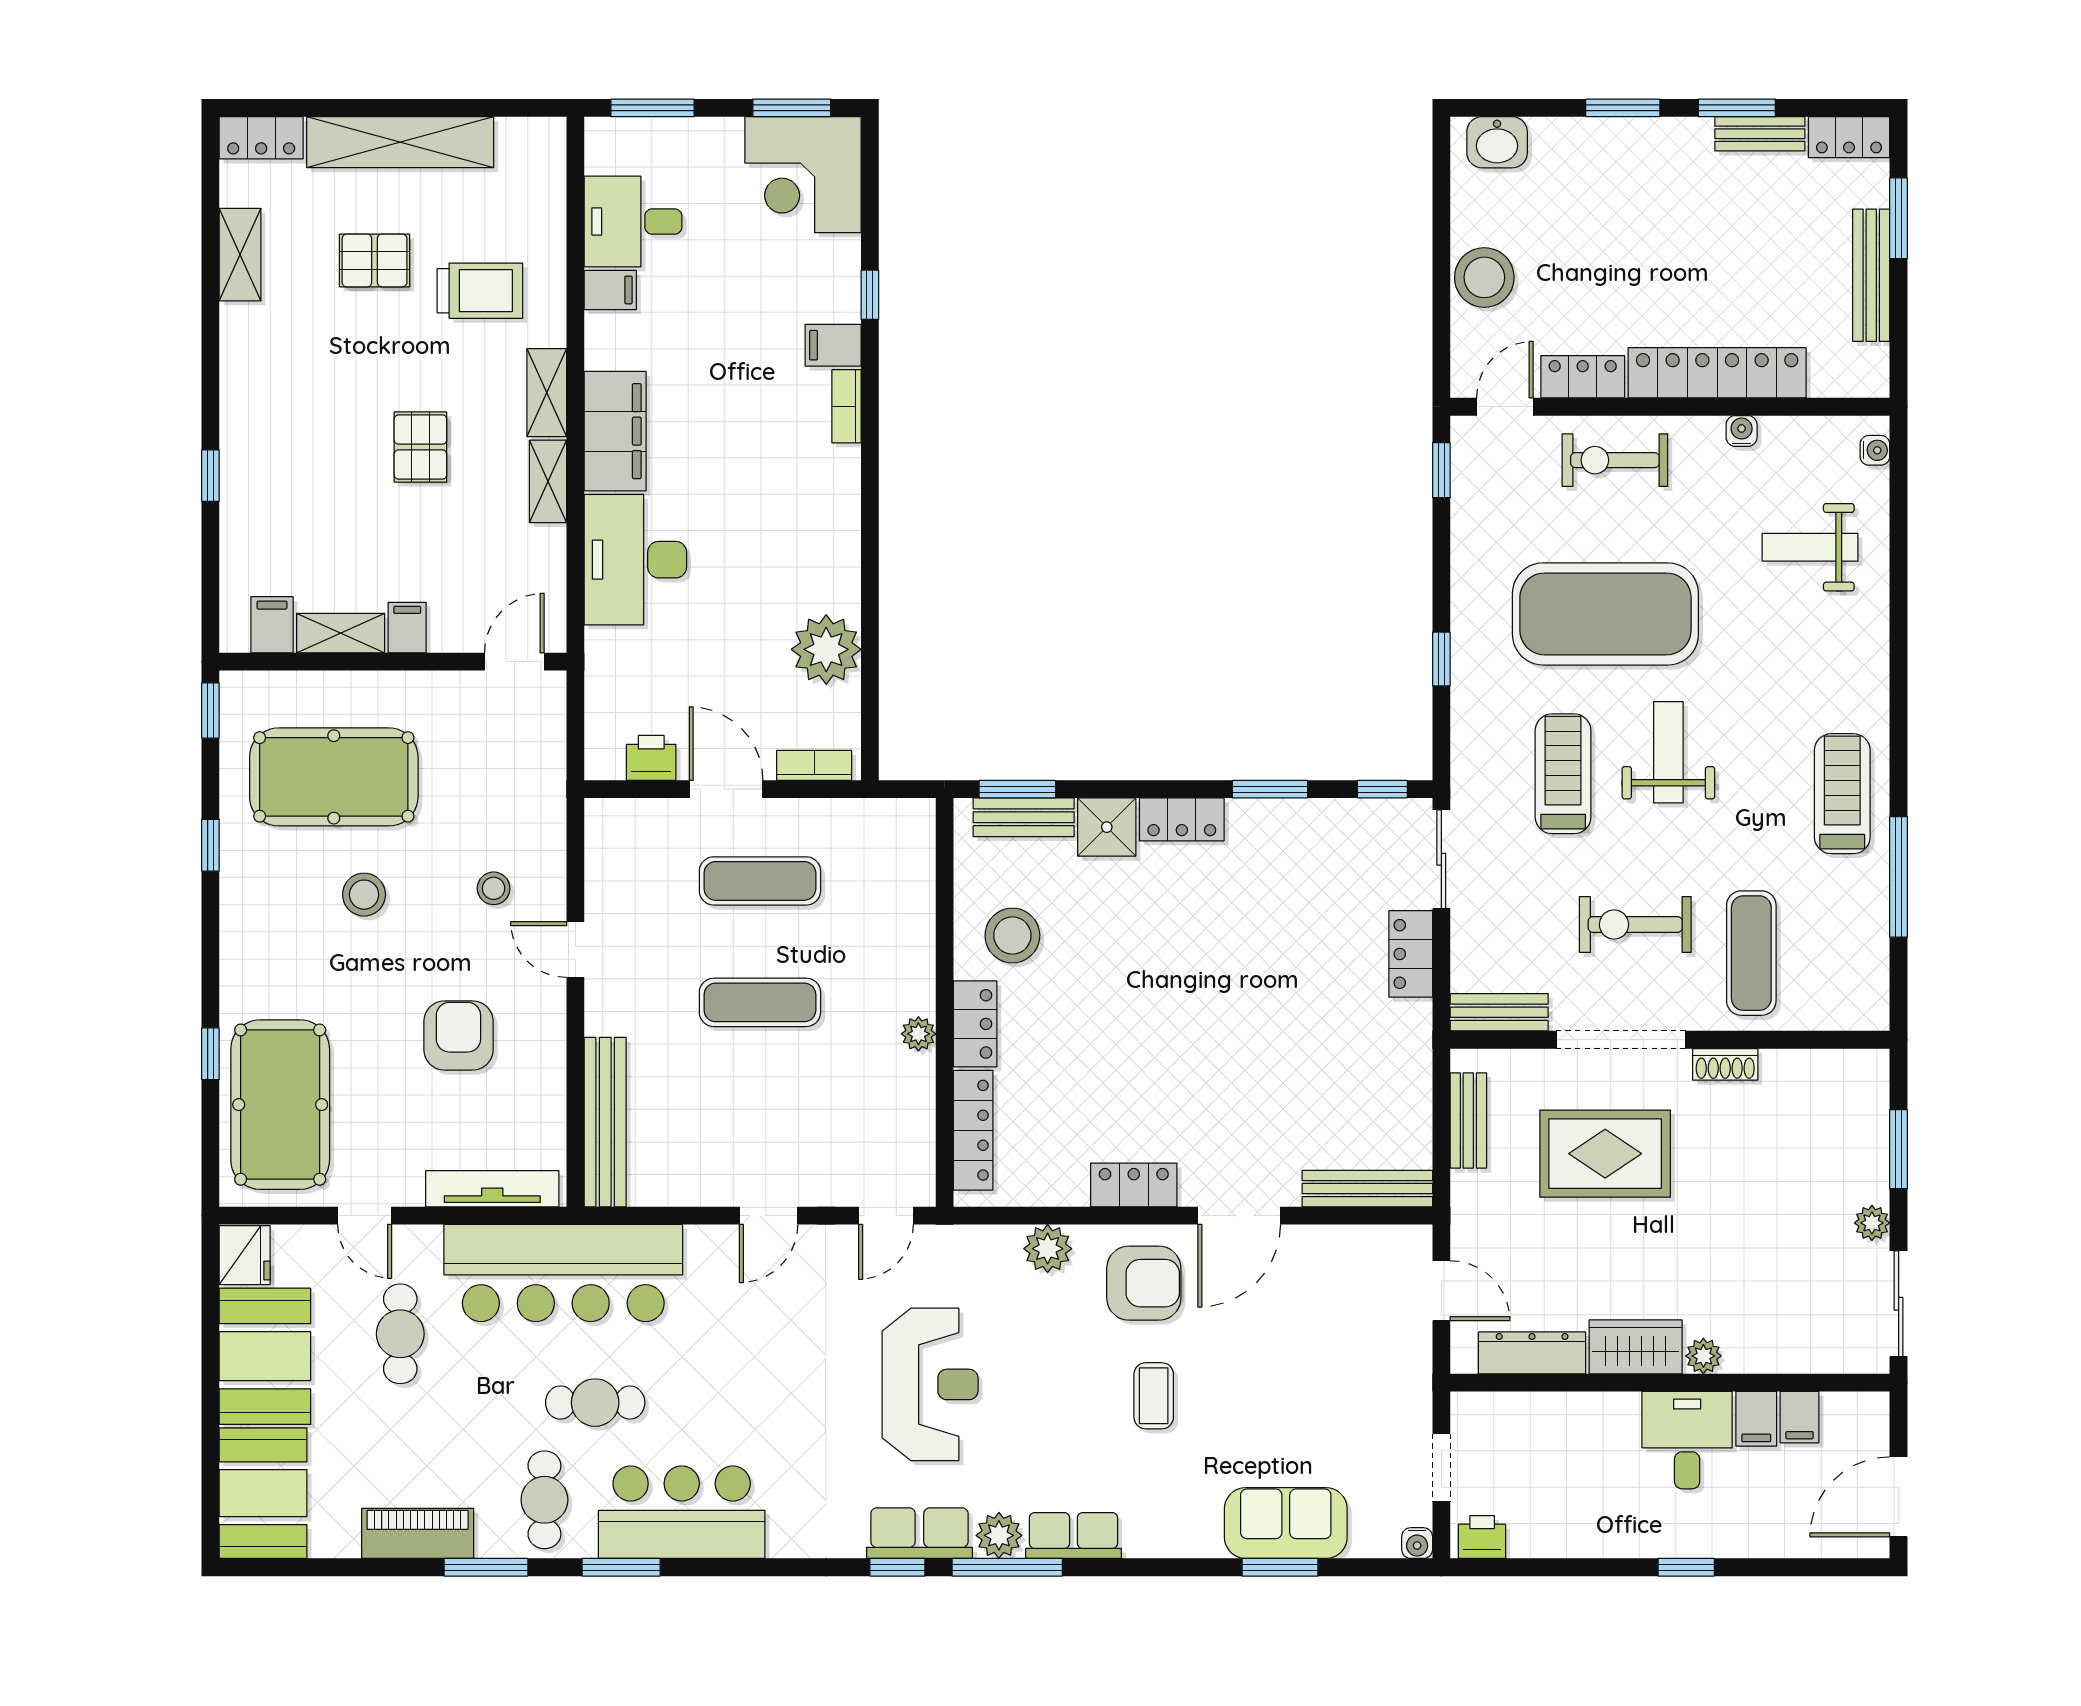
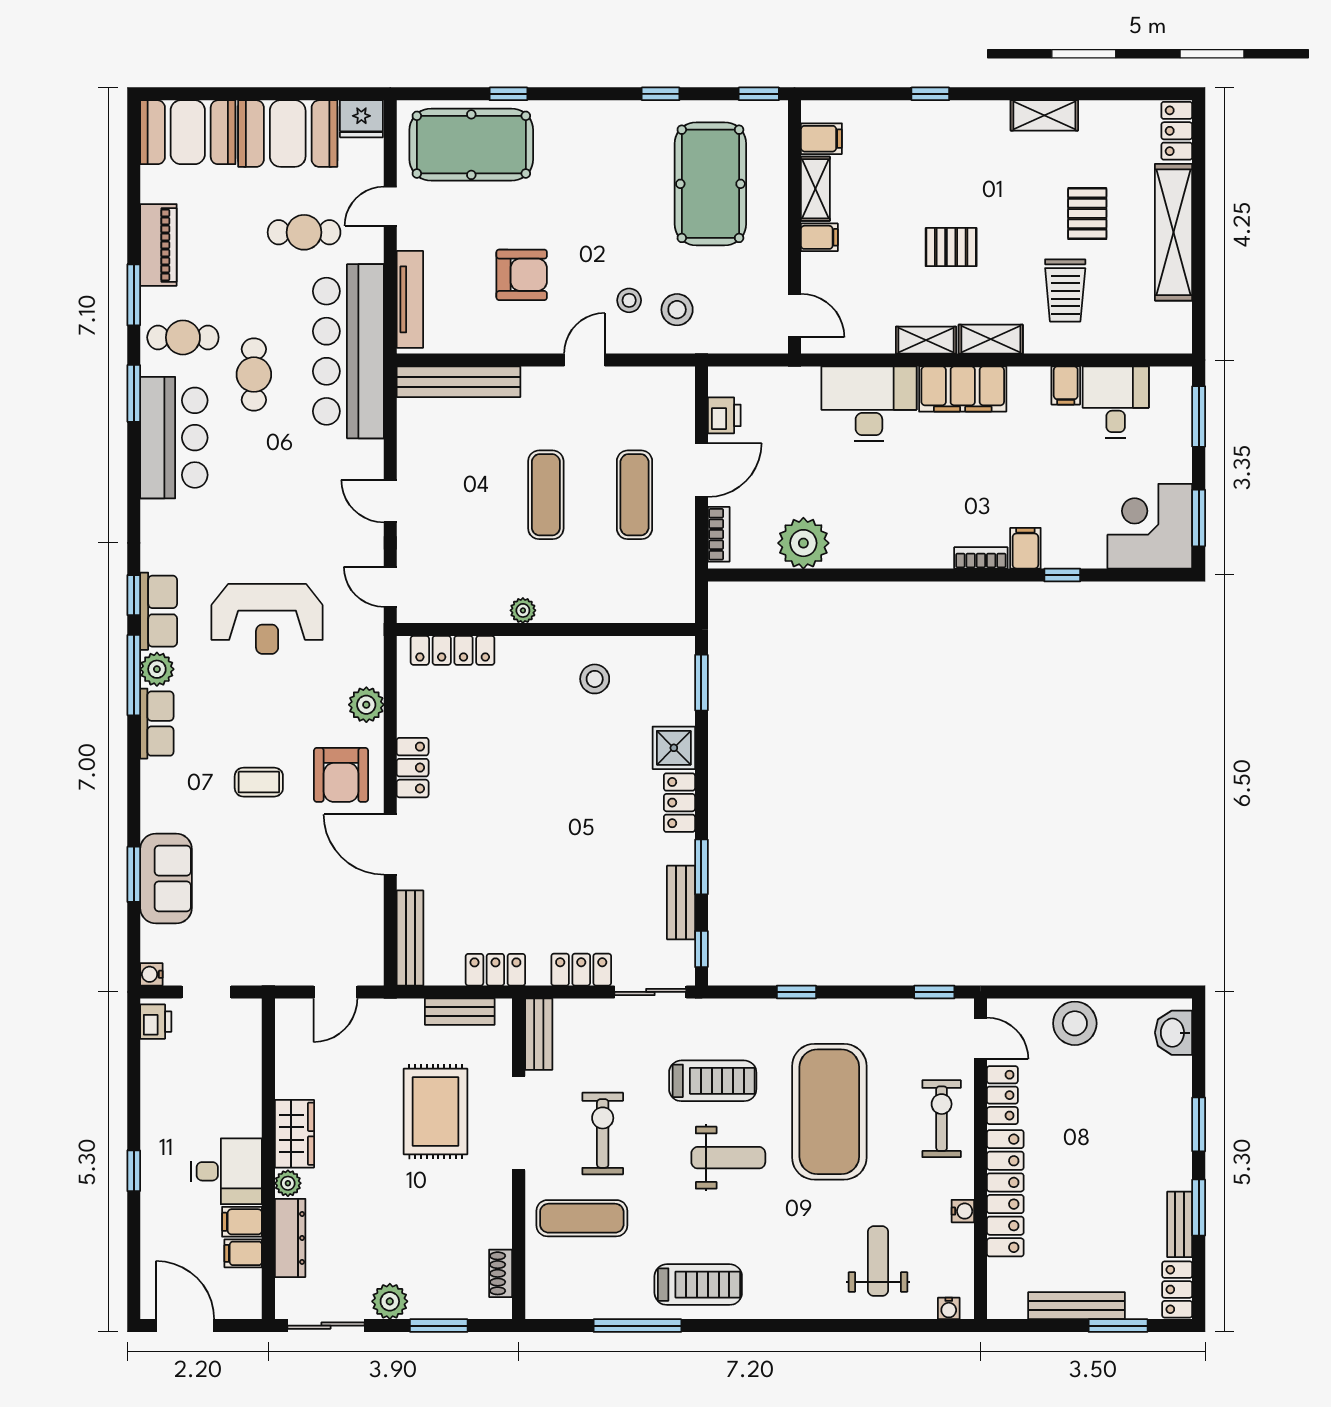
shelving: (240, 255) -> (1044, 115), moved
bench: (1024, 817) -> (681, 902), moved
stool: (364, 895) -> (677, 310), moved
stool: (1012, 935) -> (595, 679), width x0.73, depth x0.73
locker: (975, 1024) -> (495, 970), moved, turned 180
shoe rack: (1725, 1064) -> (501, 1273), moved
plant: (1872, 1223) -> (390, 1301), width x1.38, depth x1.38
dresser: (1532, 1353) -> (290, 1238), moved

